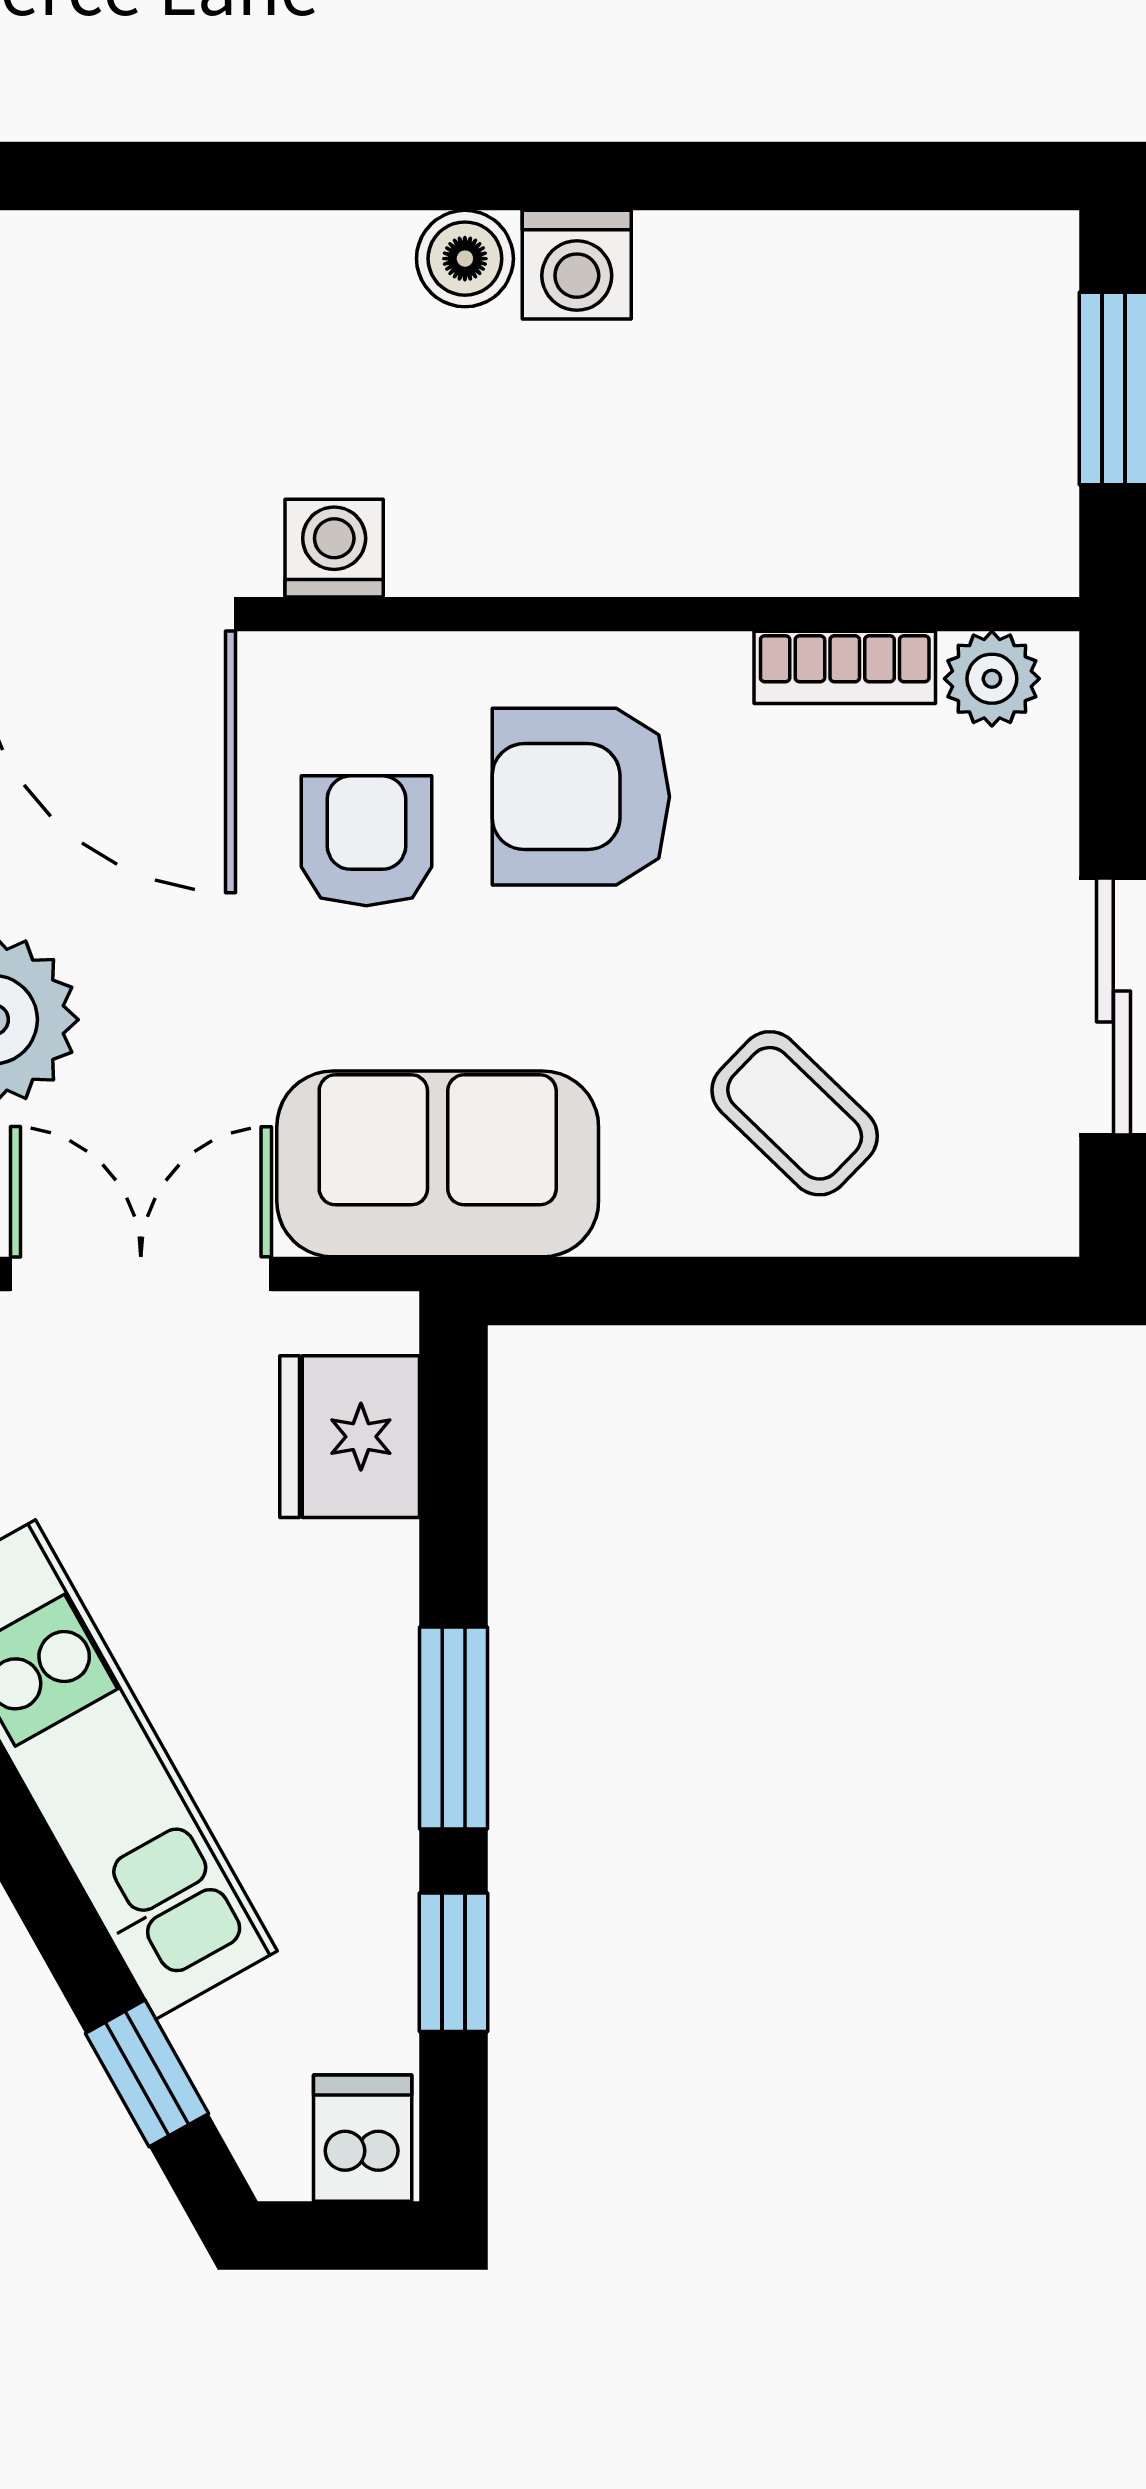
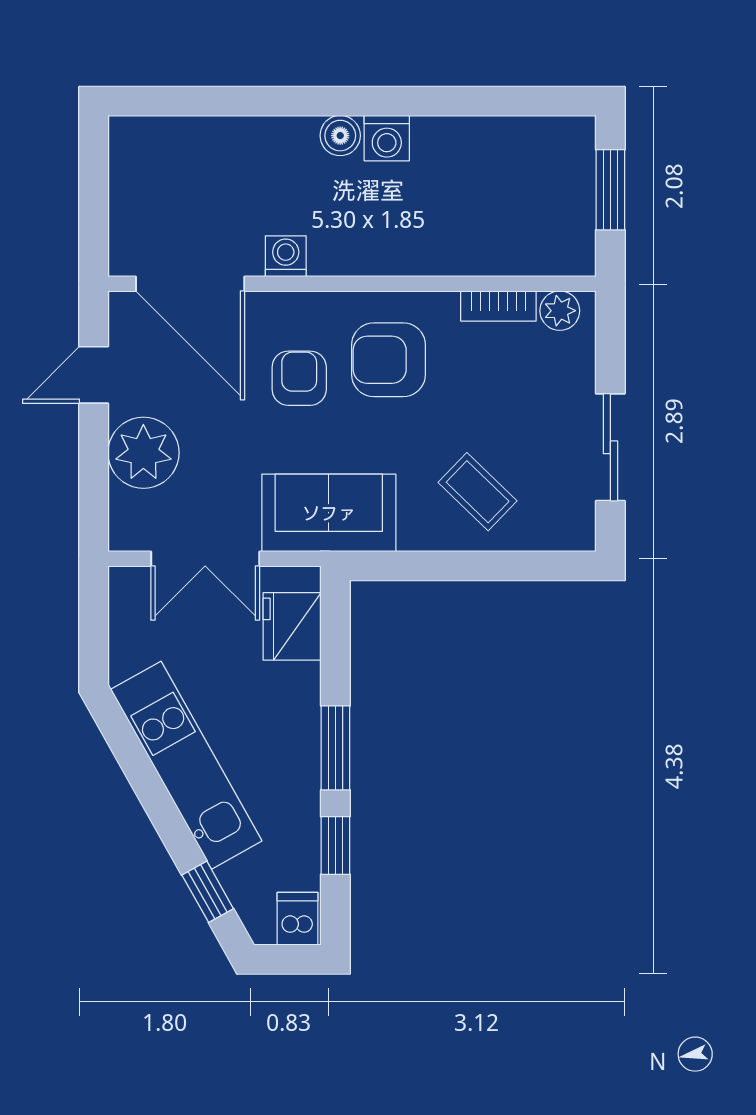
double door: (141, 1274) -> (205, 559), swing flipped

